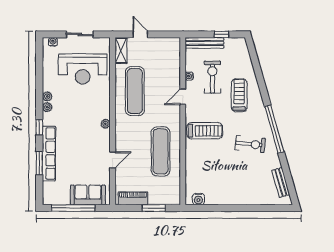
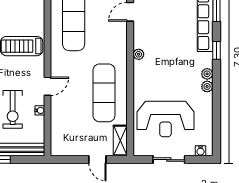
reception desk: (83, 69) -> (165, 119), turned 180

